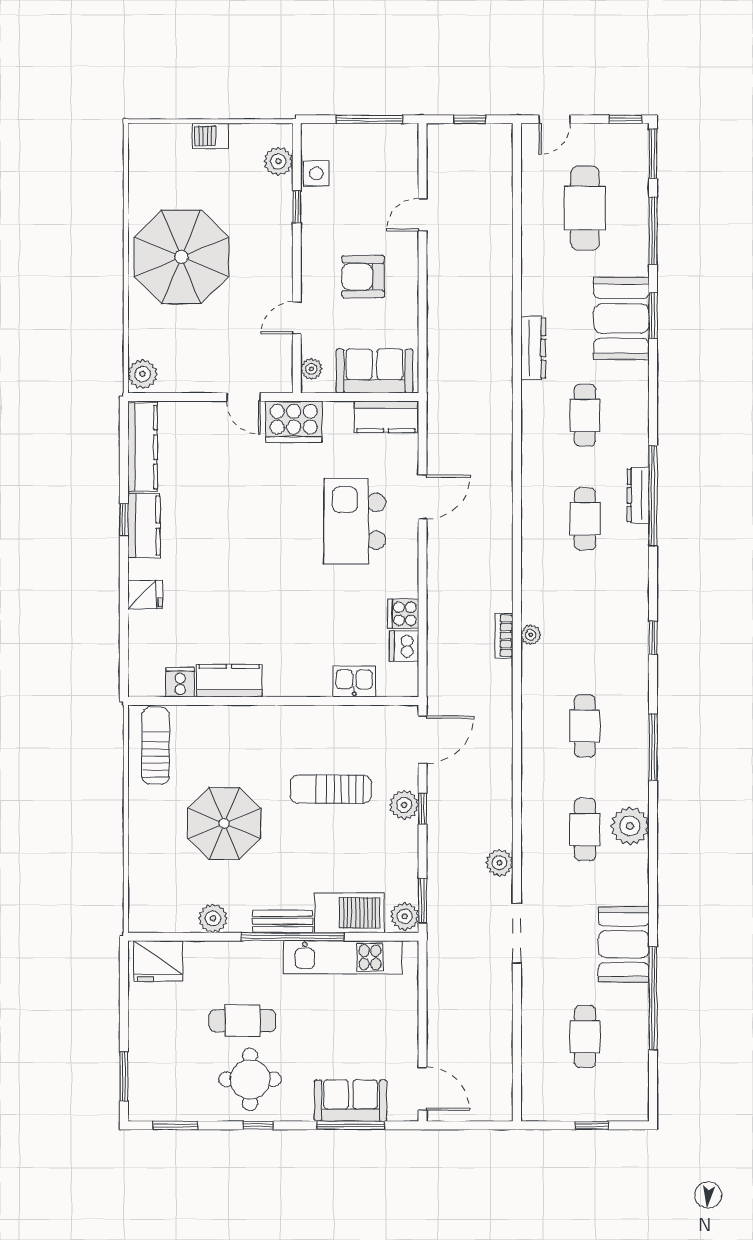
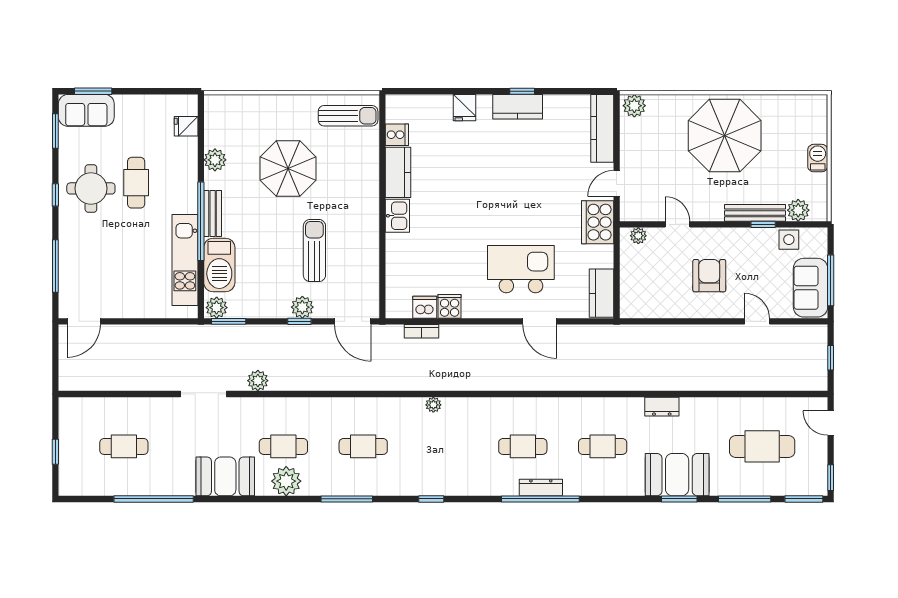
bench: (282, 217) -> (755, 213), added
dresser: (533, 348) -> (662, 407), width x0.70
sofa: (375, 371) -> (810, 288), moved, turned 180
kitchen counter: (142, 447) -> (602, 128), moved, turned 90
bookcase: (504, 636) -> (422, 331), moved, turned 180
kitchen sink: (354, 681) -> (397, 216), moved
booth: (624, 944) -> (225, 476), moved
fridge: (158, 961) -> (186, 126), width x0.53, depth x0.75
sofa: (351, 1101) -> (86, 110), moved, turned 90

